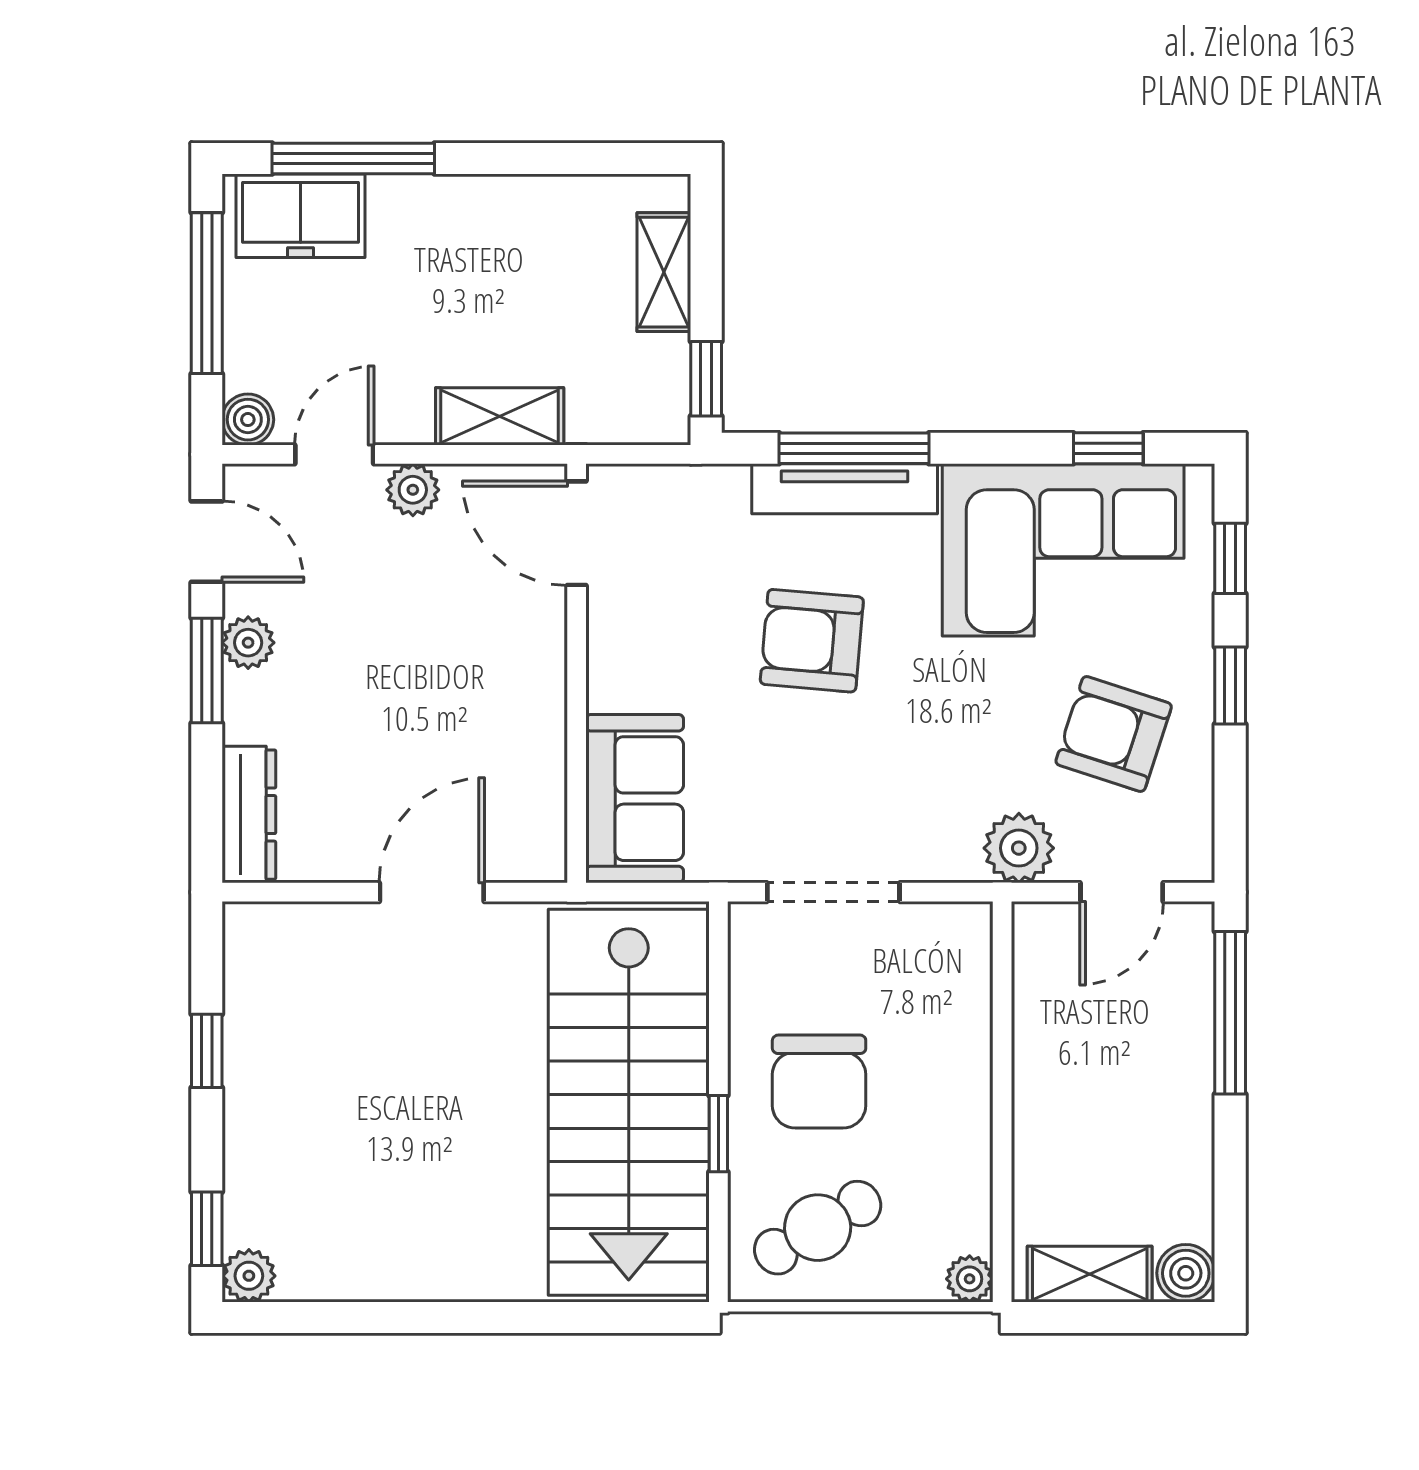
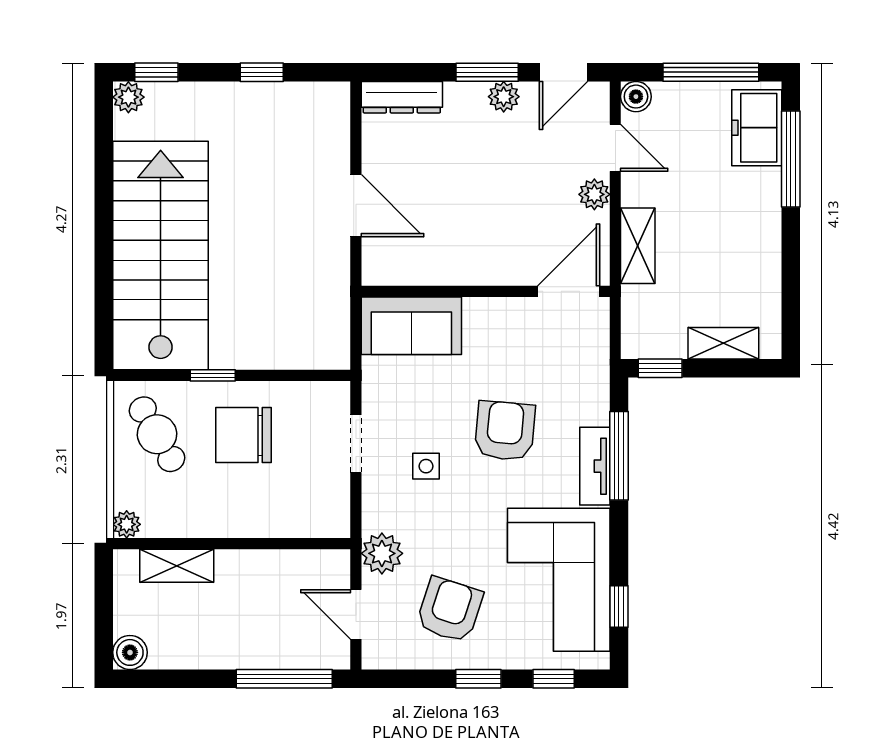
tv unit: (845, 489) -> (595, 466), width x0.71
side table: (872, 774) -> (426, 466), added
doorway: (833, 892) -> (356, 444), width x0.73
stairs: (629, 1102) -> (161, 256), moved, turned 90
shelving: (1090, 1274) -> (177, 566), moved, turned 90

